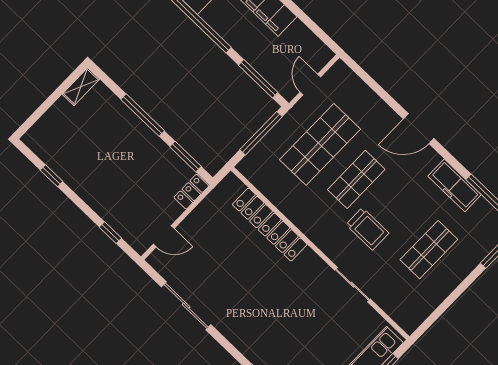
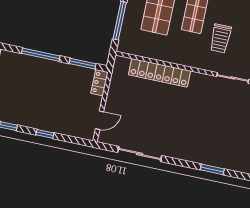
trolley: (367, 229) -> (221, 38), turned 90
window: (110, 233) -> (45, 134), moved

